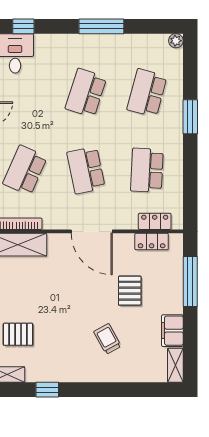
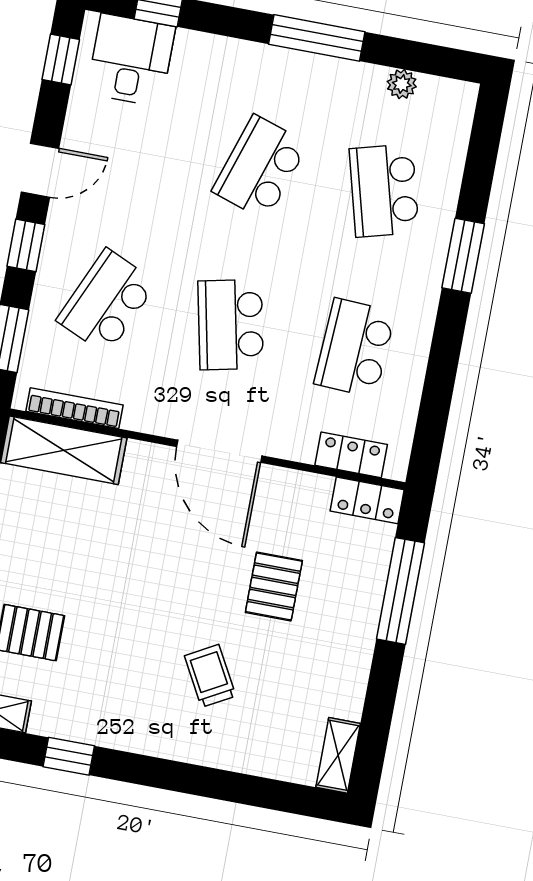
plant: (176, 41) -> (402, 84), moved
school desk: (147, 93) -> (384, 191), turned -30
locker: (152, 242) -> (367, 500), moved
filing cabinet: (172, 331) -> (345, 684), removed

